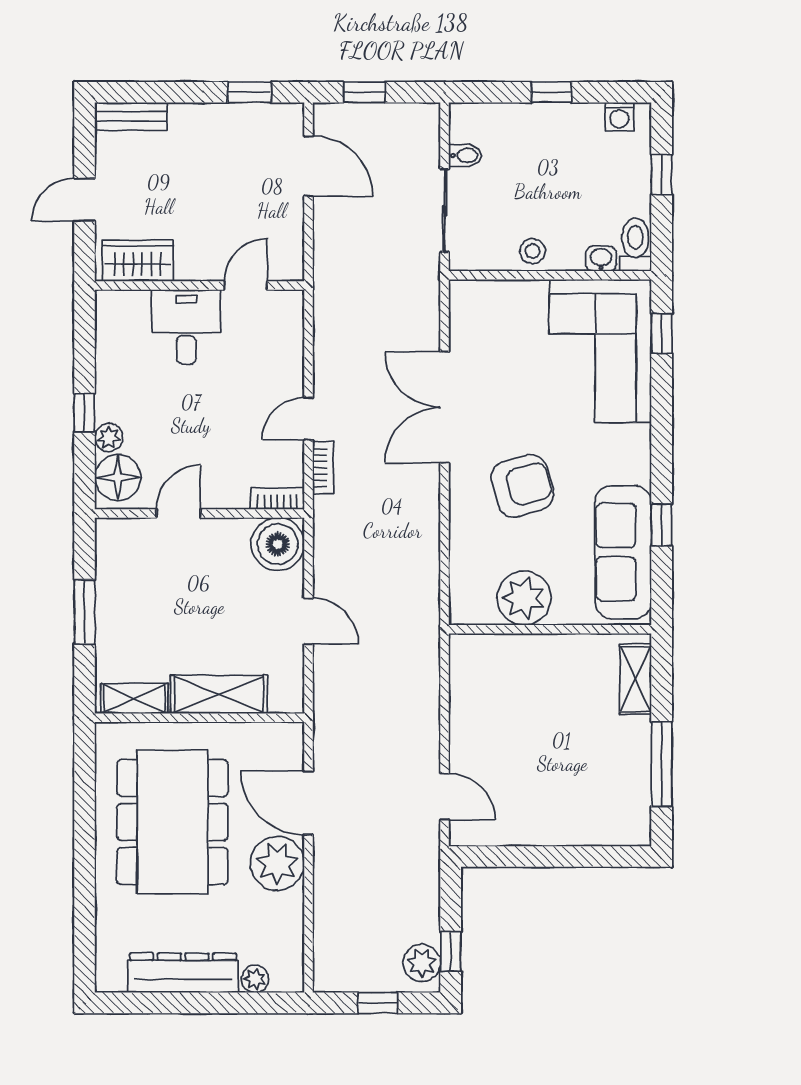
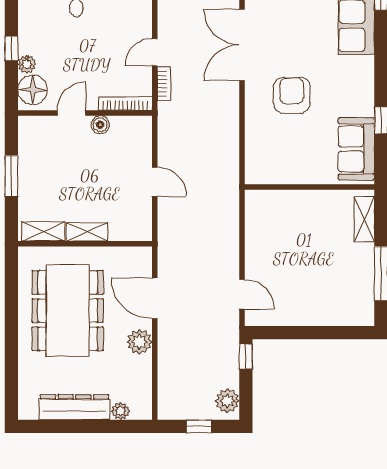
armchair: (522, 486) -> (292, 95), turned -74
bookcase: (277, 499) -> (125, 103), width x1.56
boiler: (278, 544) -> (100, 125), moved, width x0.54, depth x0.54
sofa: (623, 552) -> (356, 149), width x0.73
plant: (524, 598) -> (293, 167), removed
shelving: (219, 694) -> (87, 232), width x0.67, depth x0.75
plant: (277, 863) -> (139, 342), width x0.73, depth x0.73
window: (451, 951) -> (246, 357), moved

